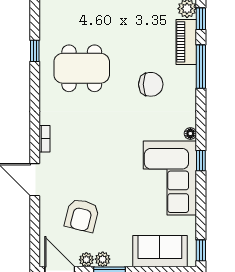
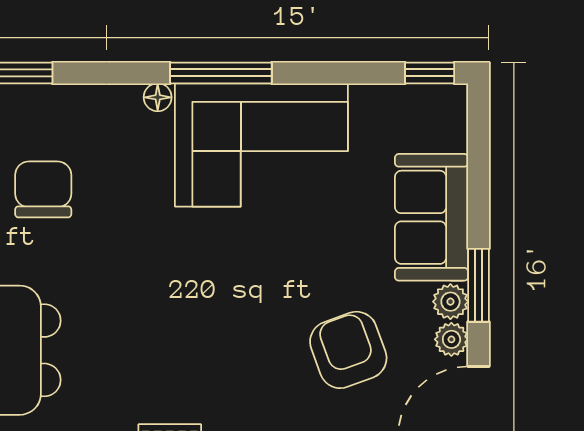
window: (201, 161) -> (221, 73), width x2.17
armchair: (82, 215) -> (348, 350), turned -124
sofa: (160, 251) -> (432, 217), moved

